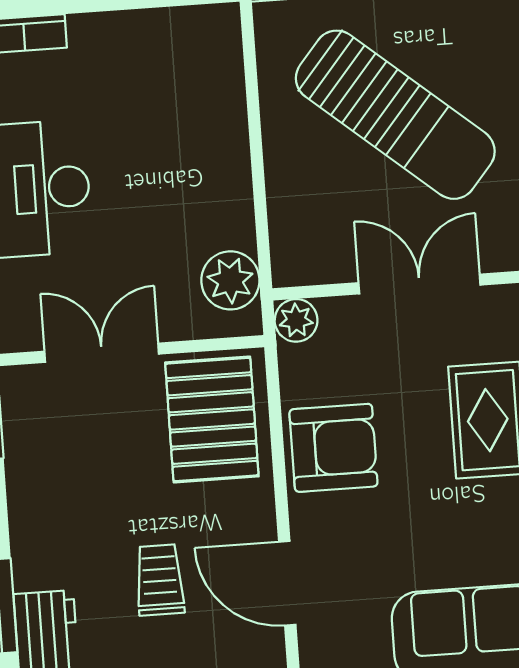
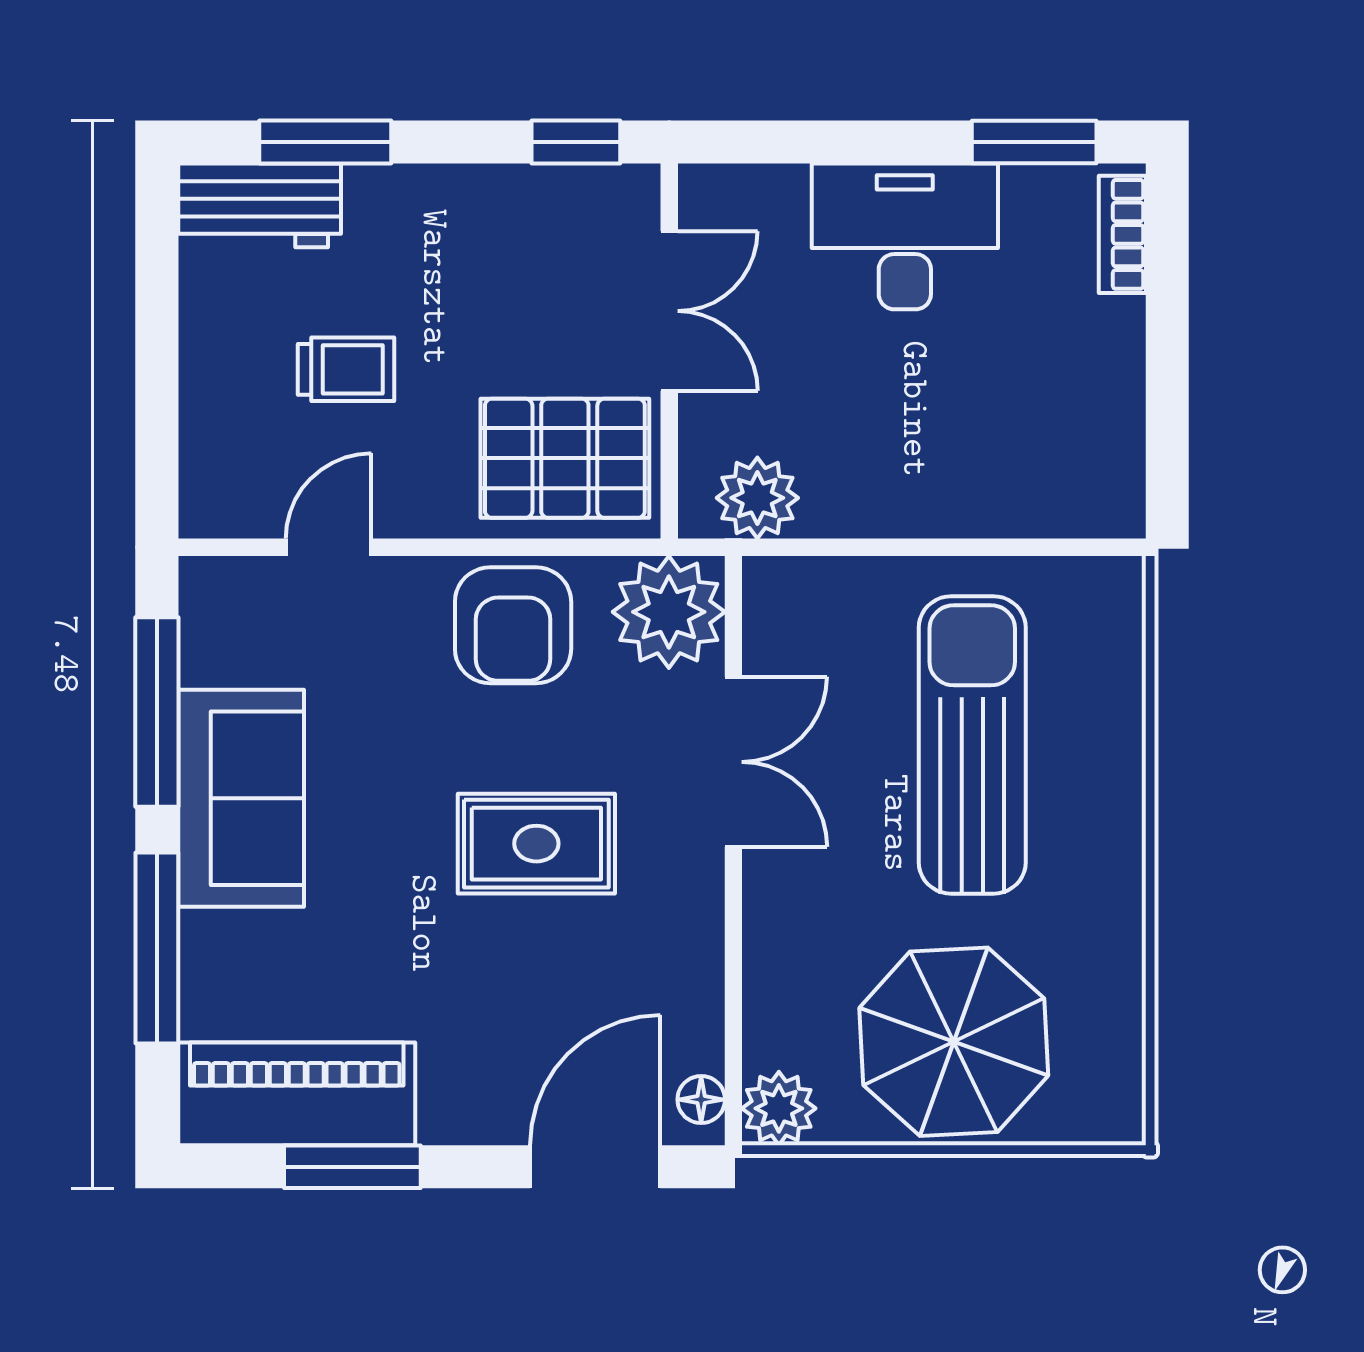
sun lounger: (395, 115) -> (972, 745), turned 140
plant: (296, 320) -> (669, 612), width x1.87, depth x1.87
door: (287, 583) -> (329, 547), width x0.73

